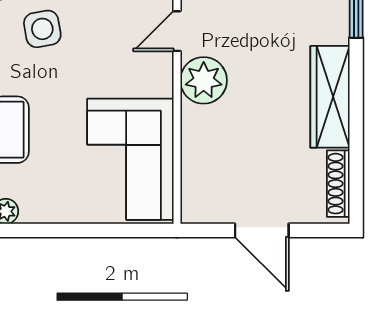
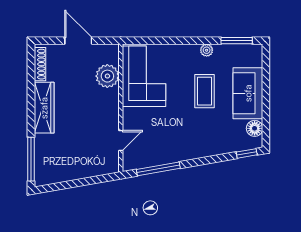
side table: (42, 29) -> (188, 142), removed
plant: (204, 80) -> (107, 76), moved

